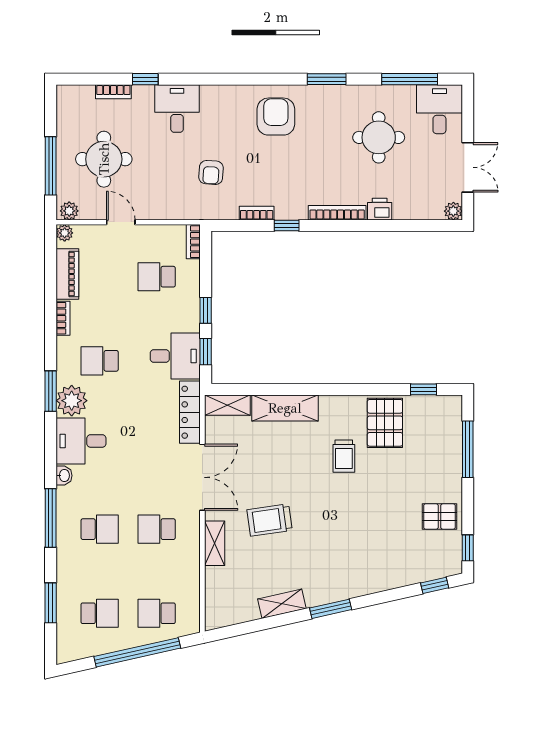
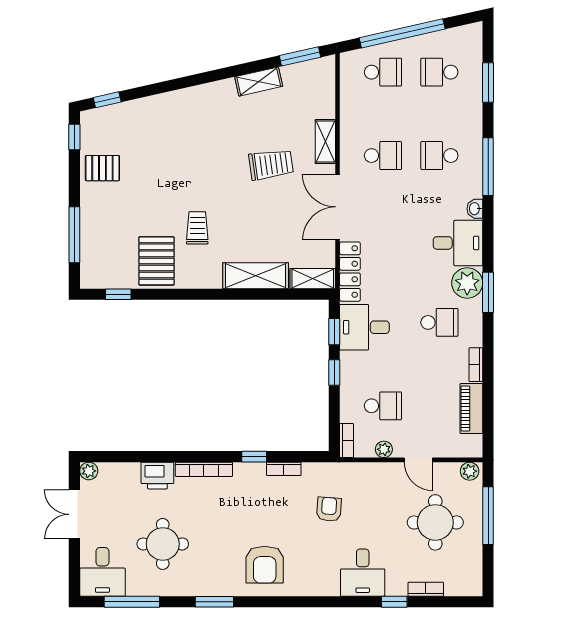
printer: (380, 209) -> (157, 476), width x1.36, depth x1.24
plant: (65, 233) -> (384, 449), moved
window: (331, 609) -> (300, 56), moved

